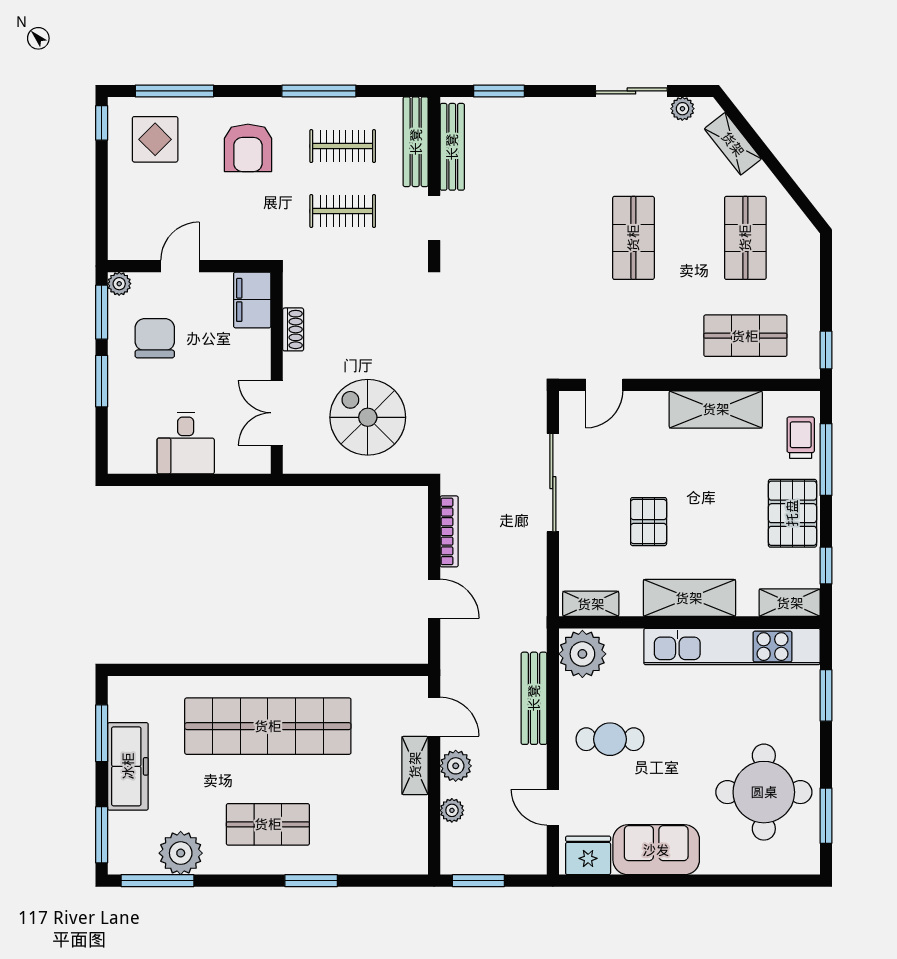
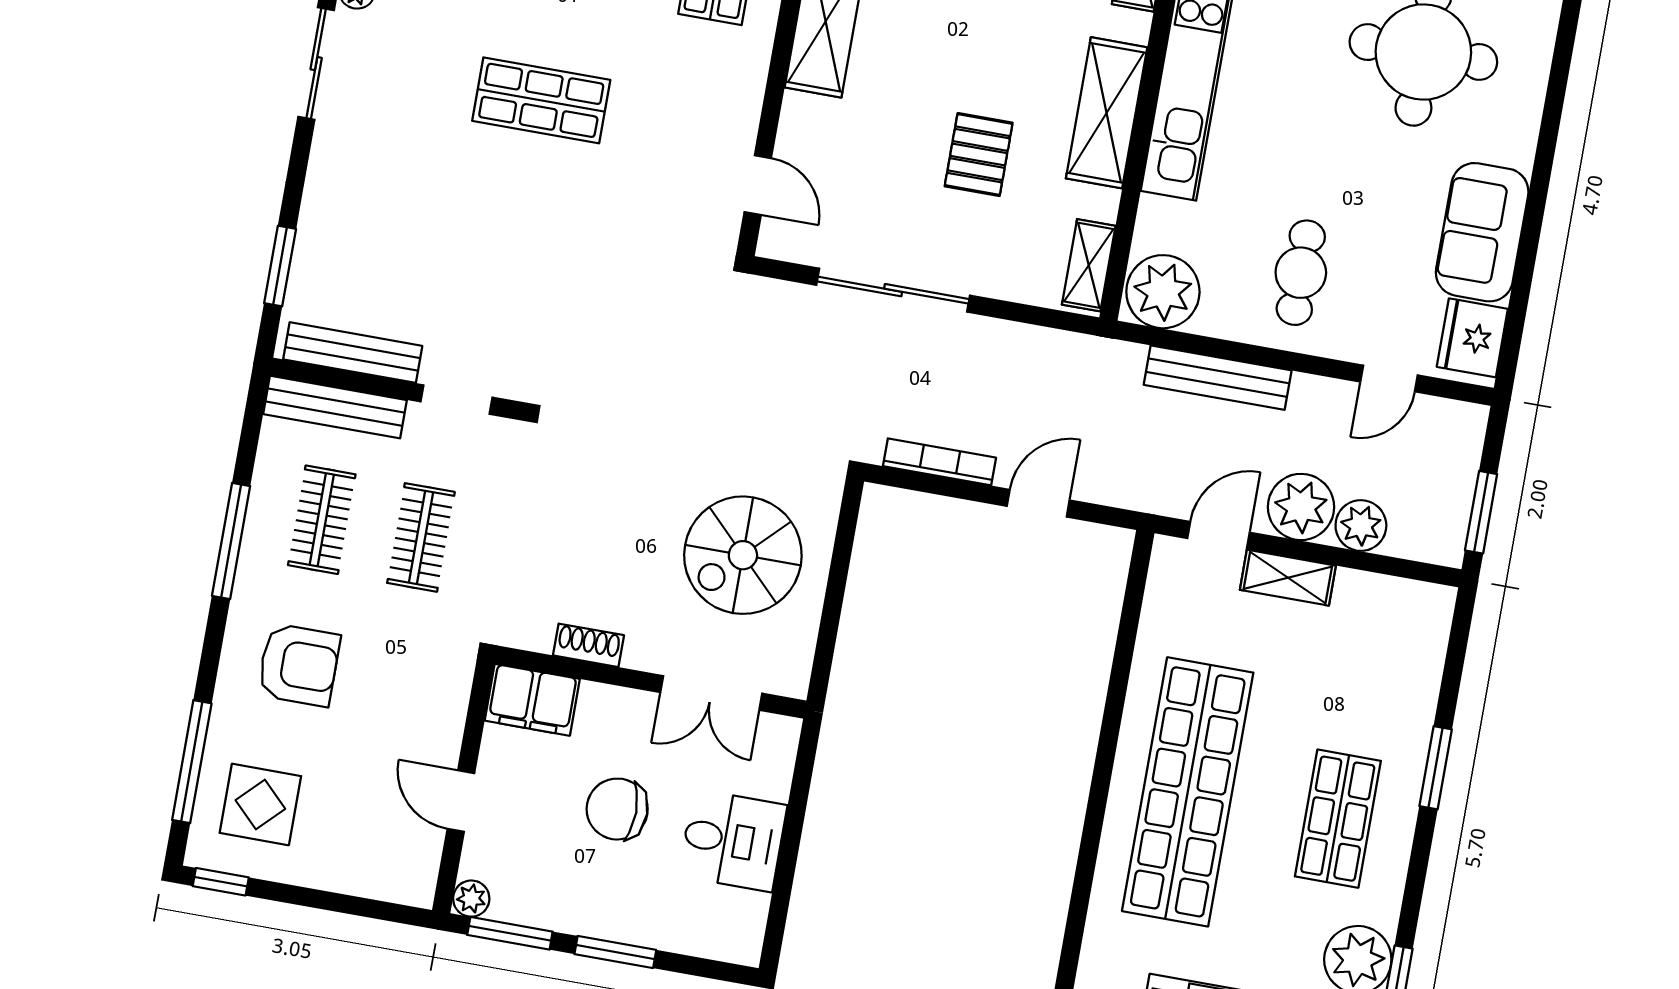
chair: (155, 338) -> (617, 809), moved
pallet: (649, 522) -> (979, 154), turned 90
plant: (456, 766) -> (1301, 507), width x1.36, depth x1.36
plant: (452, 810) -> (1361, 526), width x1.38, depth x1.38

